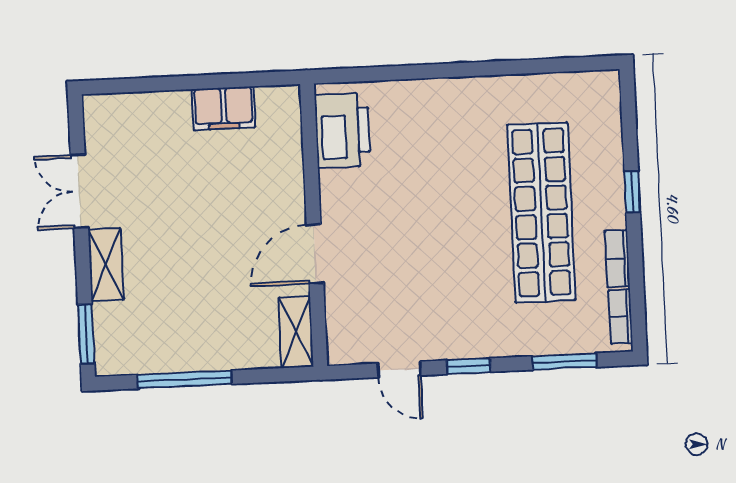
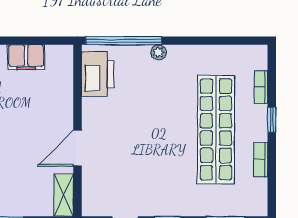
window: (383, 73) -> (124, 41), added
plant: (441, 90) -> (159, 52), added
bookcase: (620, 317) -> (261, 87), moved

